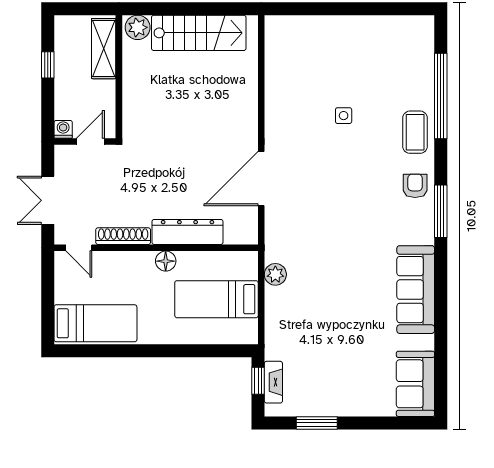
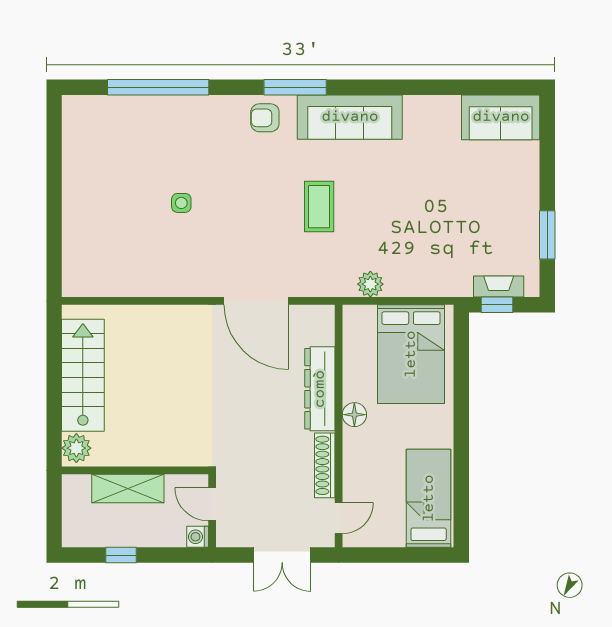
shelving: (104, 49) -> (128, 489), moved
coffee table: (415, 132) -> (319, 207), moved, turned 90
sofa: (416, 290) -> (350, 117), moved
bed: (216, 299) -> (411, 354), width x1.50

